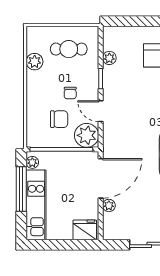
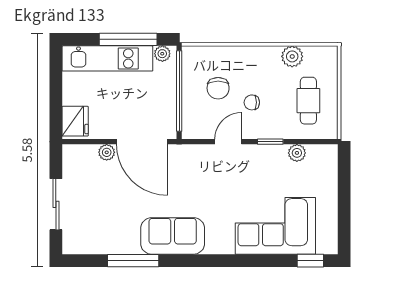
plant: (87, 135) -> (197, 124), removed

